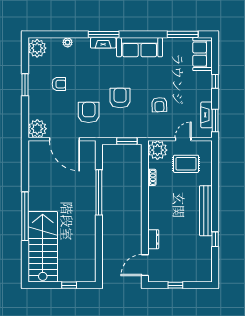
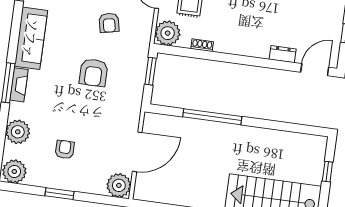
plant: (68, 42) -> (18, 132), width x1.88, depth x1.88
armchair: (120, 98) -> (94, 73), turned -90
armchair: (159, 105) -> (109, 23), turned 80
armchair: (89, 112) -> (107, 116), removed
door: (145, 265) -> (315, 70), swing flipped

